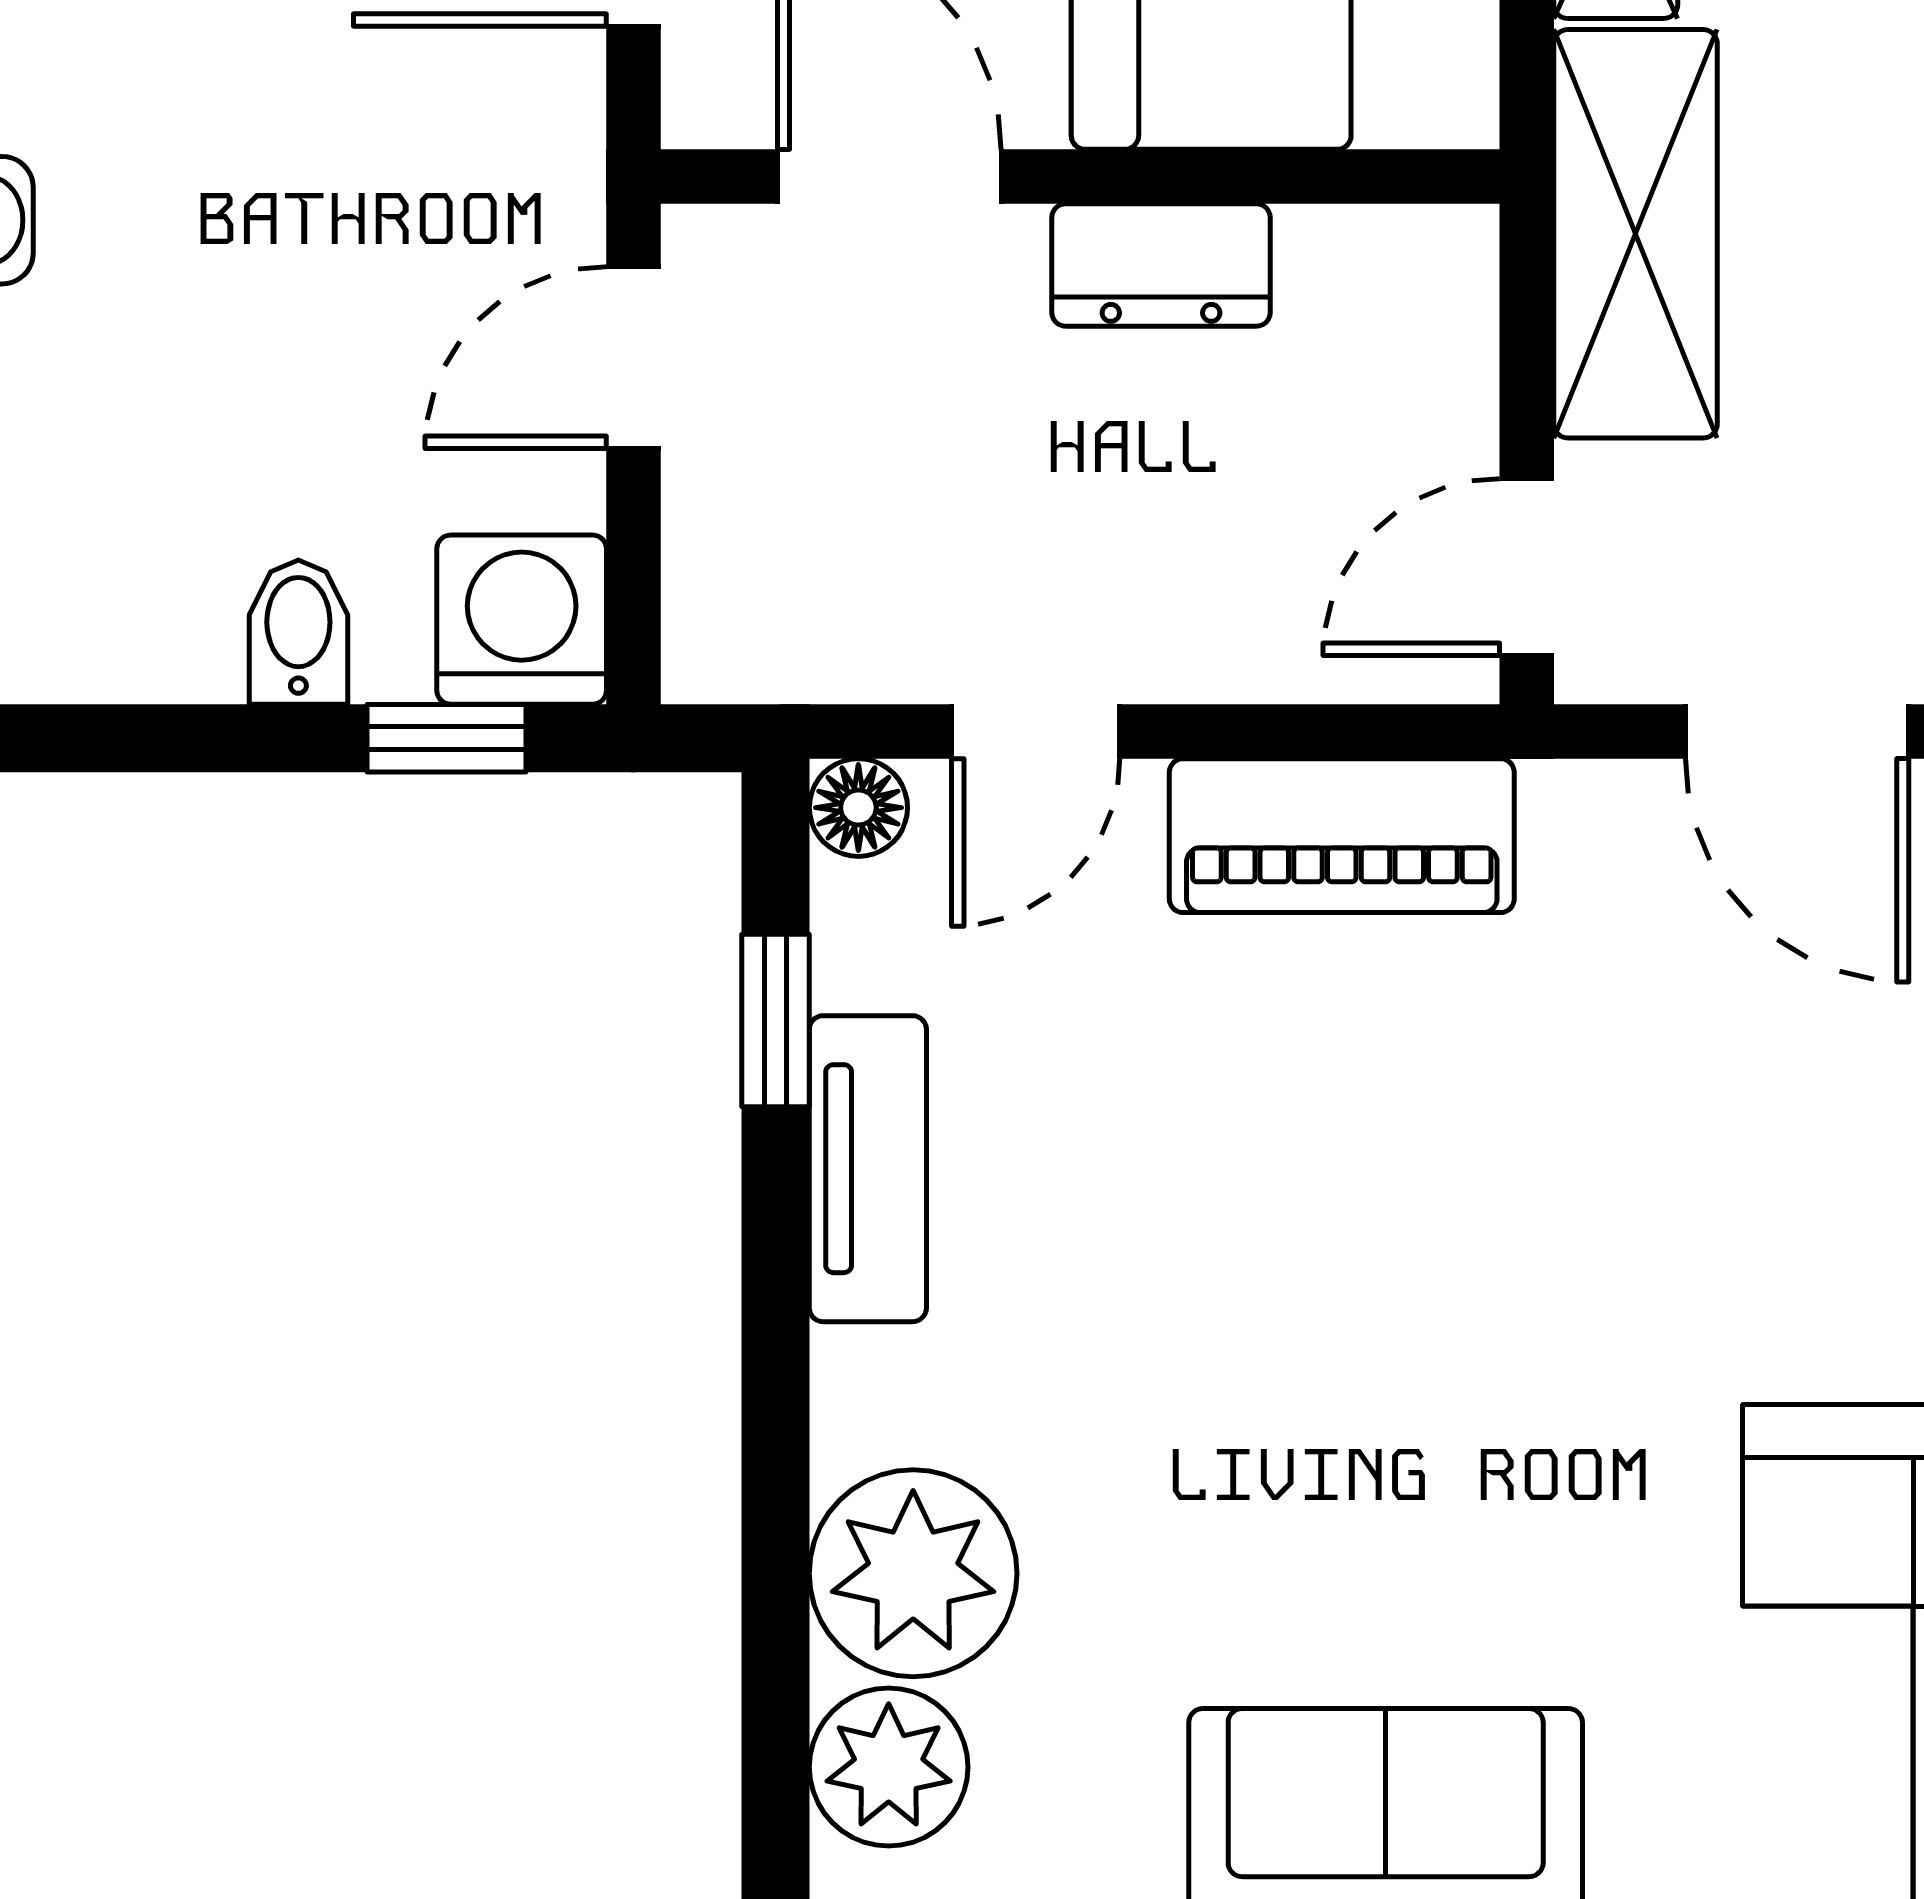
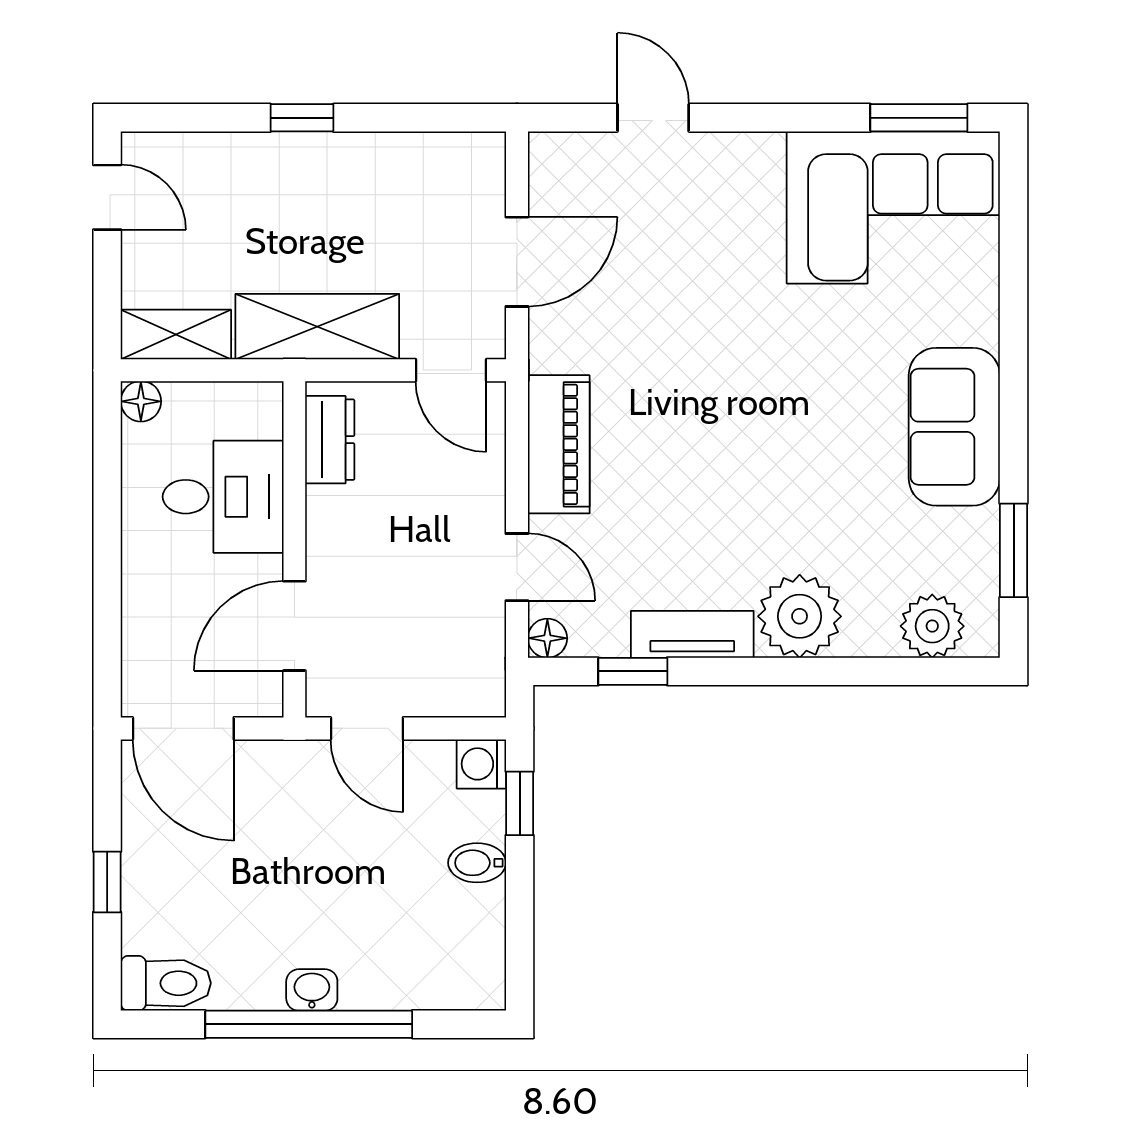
dresser: (1161, 265) -> (330, 440), moved
washing machine: (522, 620) -> (481, 764), width x0.73, depth x0.73
plant: (913, 1573) -> (800, 616), moved

